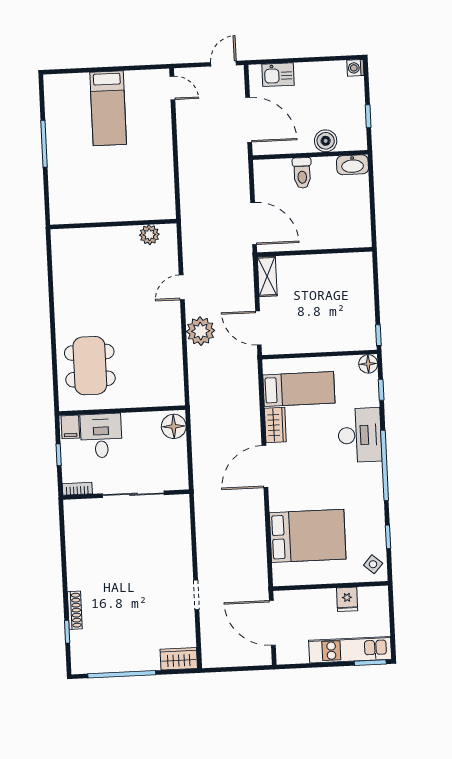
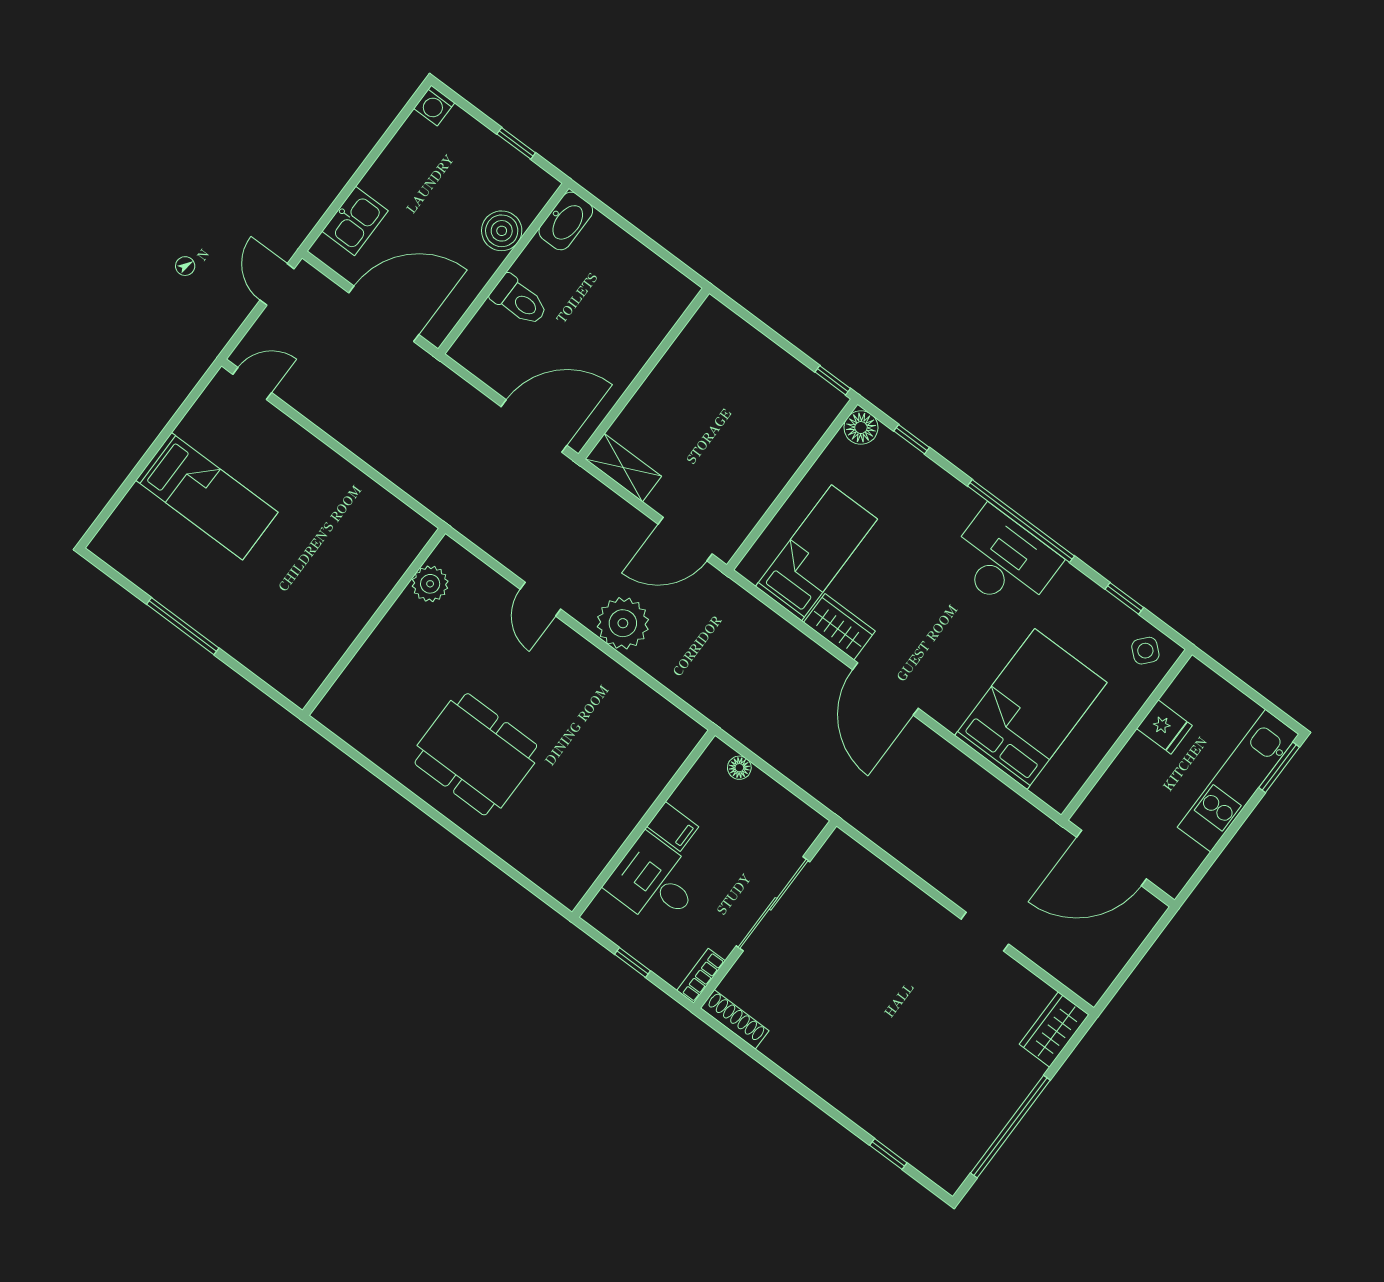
dining table: (90, 366) -> (476, 754), moved
floor lamp: (174, 426) -> (739, 768), width x0.53, depth x0.53
filing cabinet: (70, 427) -> (673, 827), moved
desk: (360, 435) -> (1004, 561), moved
shoe rack: (75, 610) -> (735, 1019), moved

